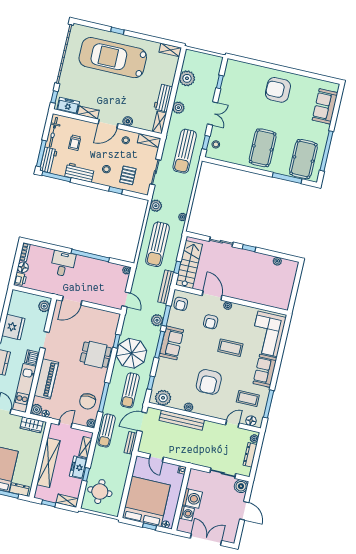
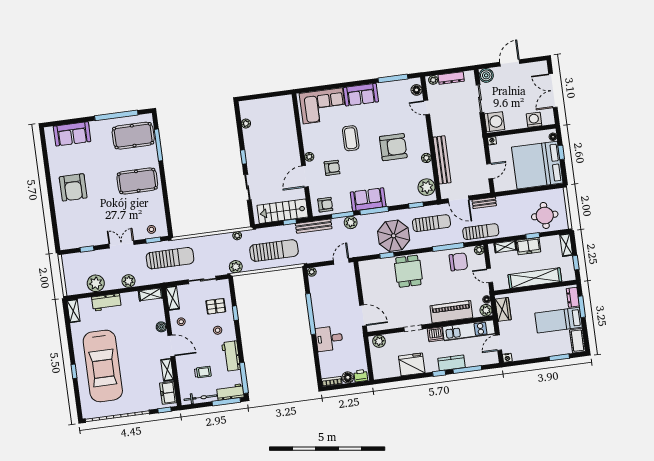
workbench: (163, 98) -> (106, 302), moved
coffee table: (248, 399) -> (395, 102), removed
washing machine: (192, 498) -> (495, 122), moved, turned 90

